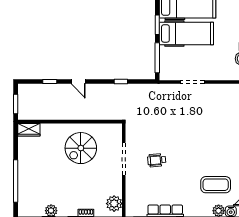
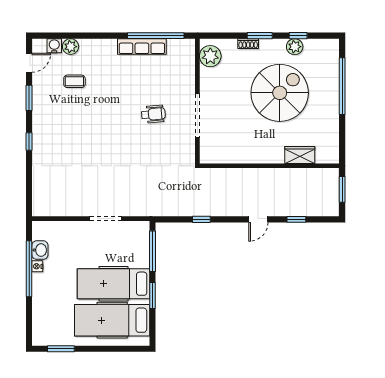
door: (78, 82) -> (258, 219), swing flipped
wardrobe: (29, 130) -> (300, 155), moved
spiral stairs: (81, 148) -> (280, 93), moved, width x1.37, depth x1.37
coffee table: (216, 185) -> (74, 81), width x0.54, depth x0.58

